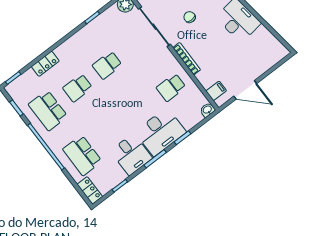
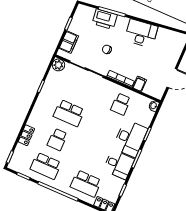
school desk: (107, 65) -> (69, 113), width x1.85
filing cabinet: (216, 91) -> (139, 84), moved

